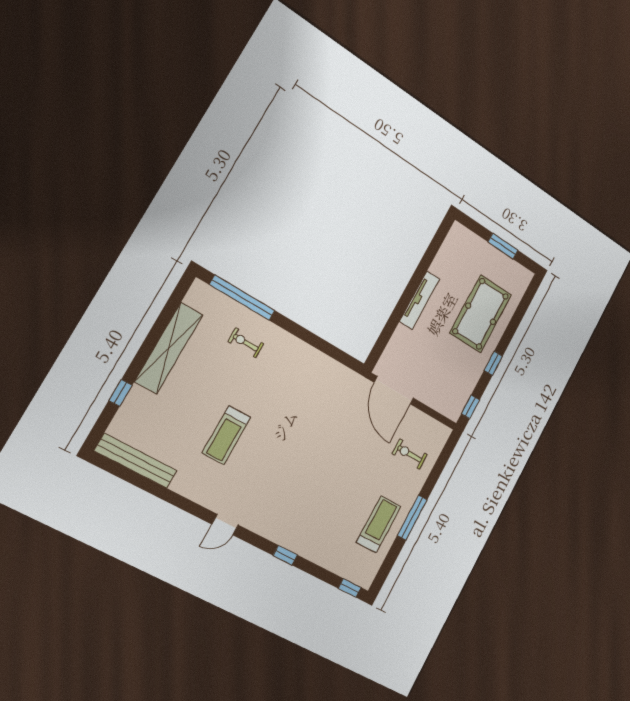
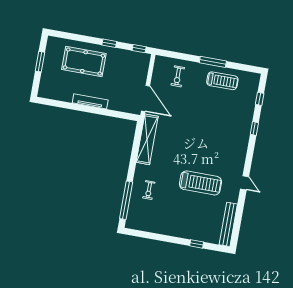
shelving: (169, 348) -> (147, 139), moved, turned 90
door: (394, 390) -> (145, 99), hinge flipped
treadmill: (226, 435) -> (200, 183), width x1.37, depth x1.38
treadmill: (379, 524) -> (222, 81), turned 180
door: (225, 525) -> (245, 183), moved
window: (350, 588) -> (260, 99), moved

